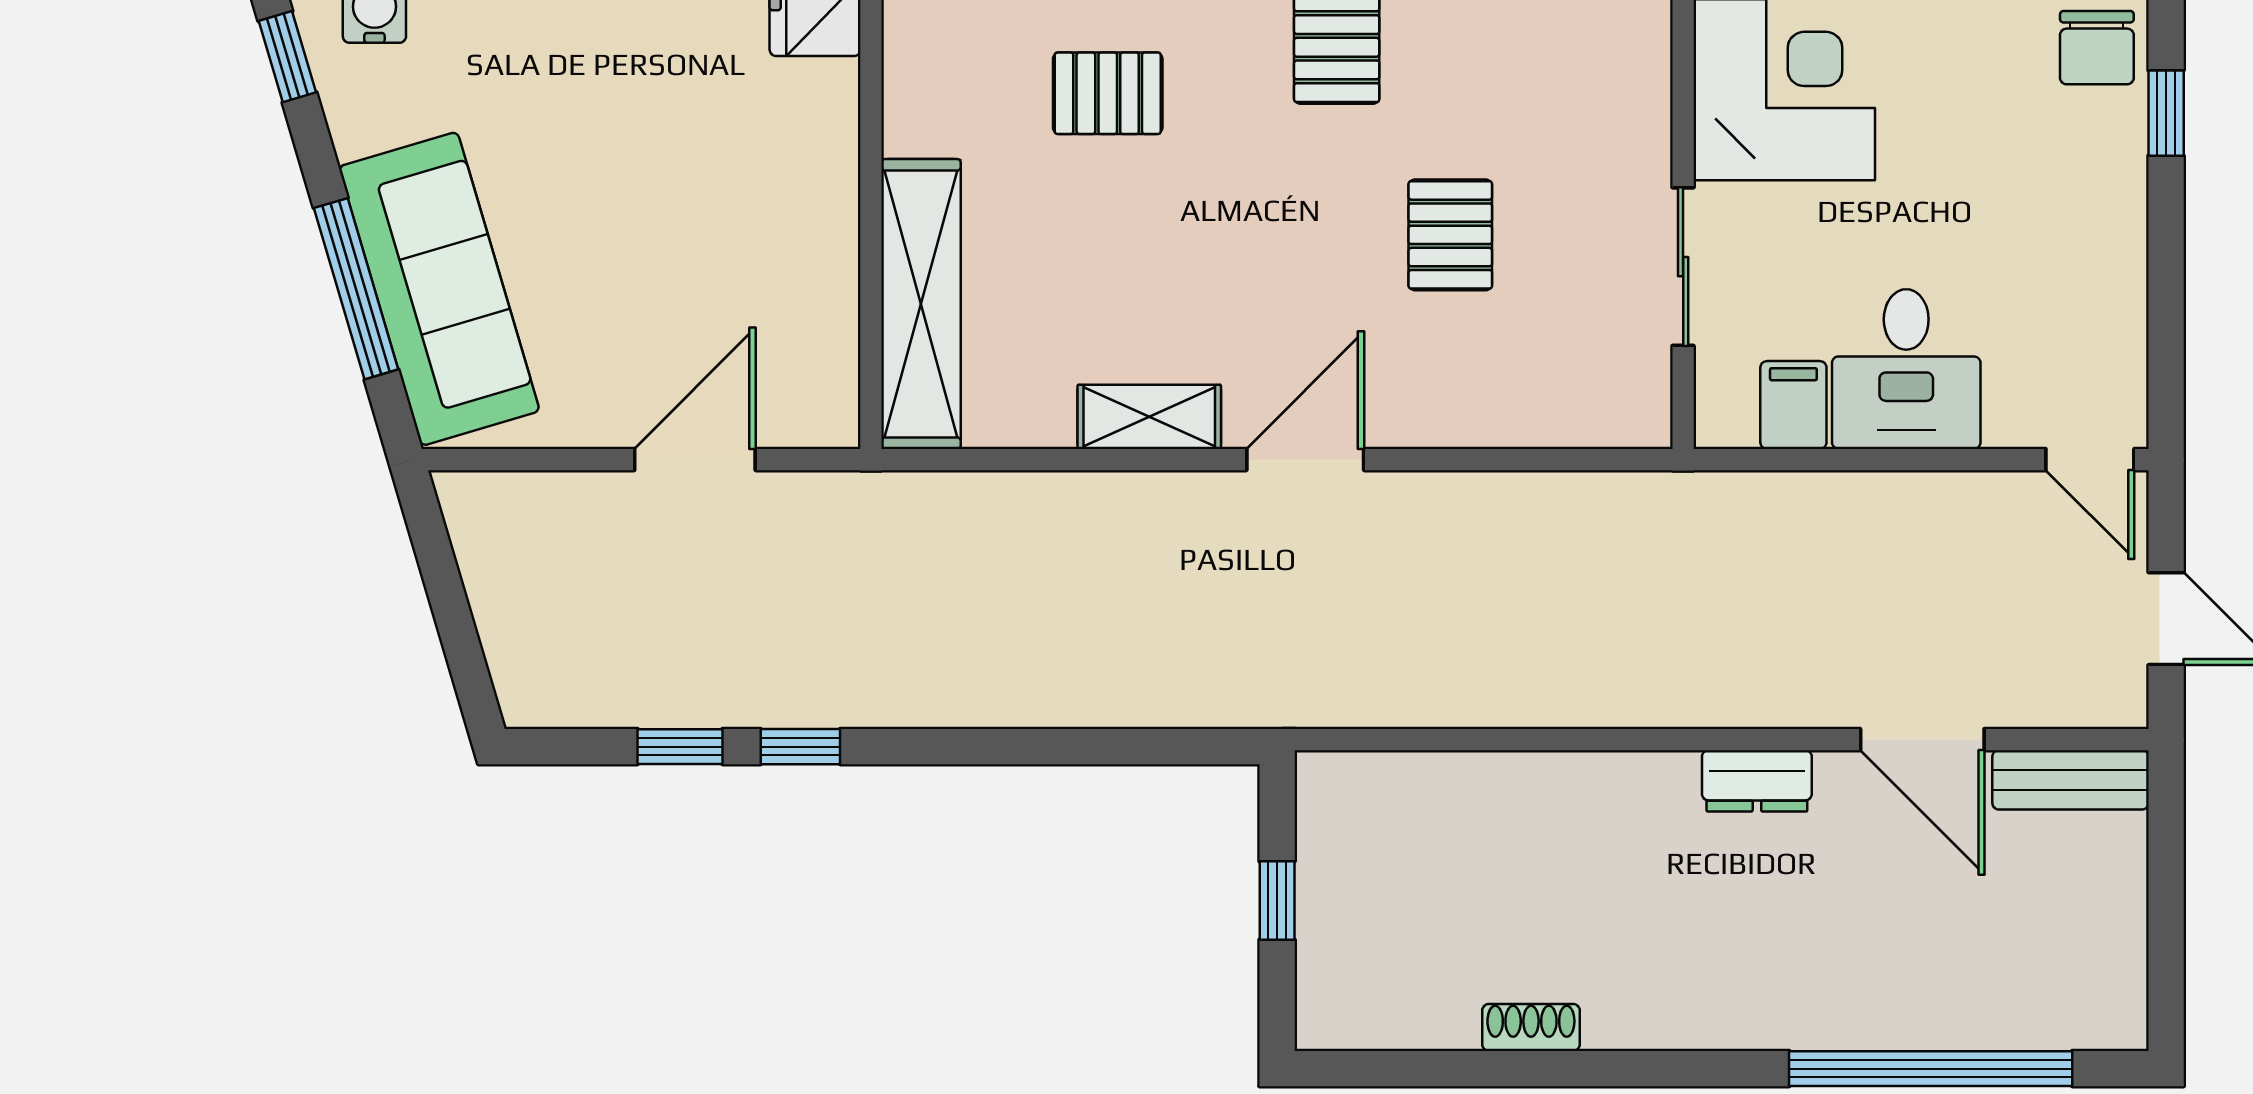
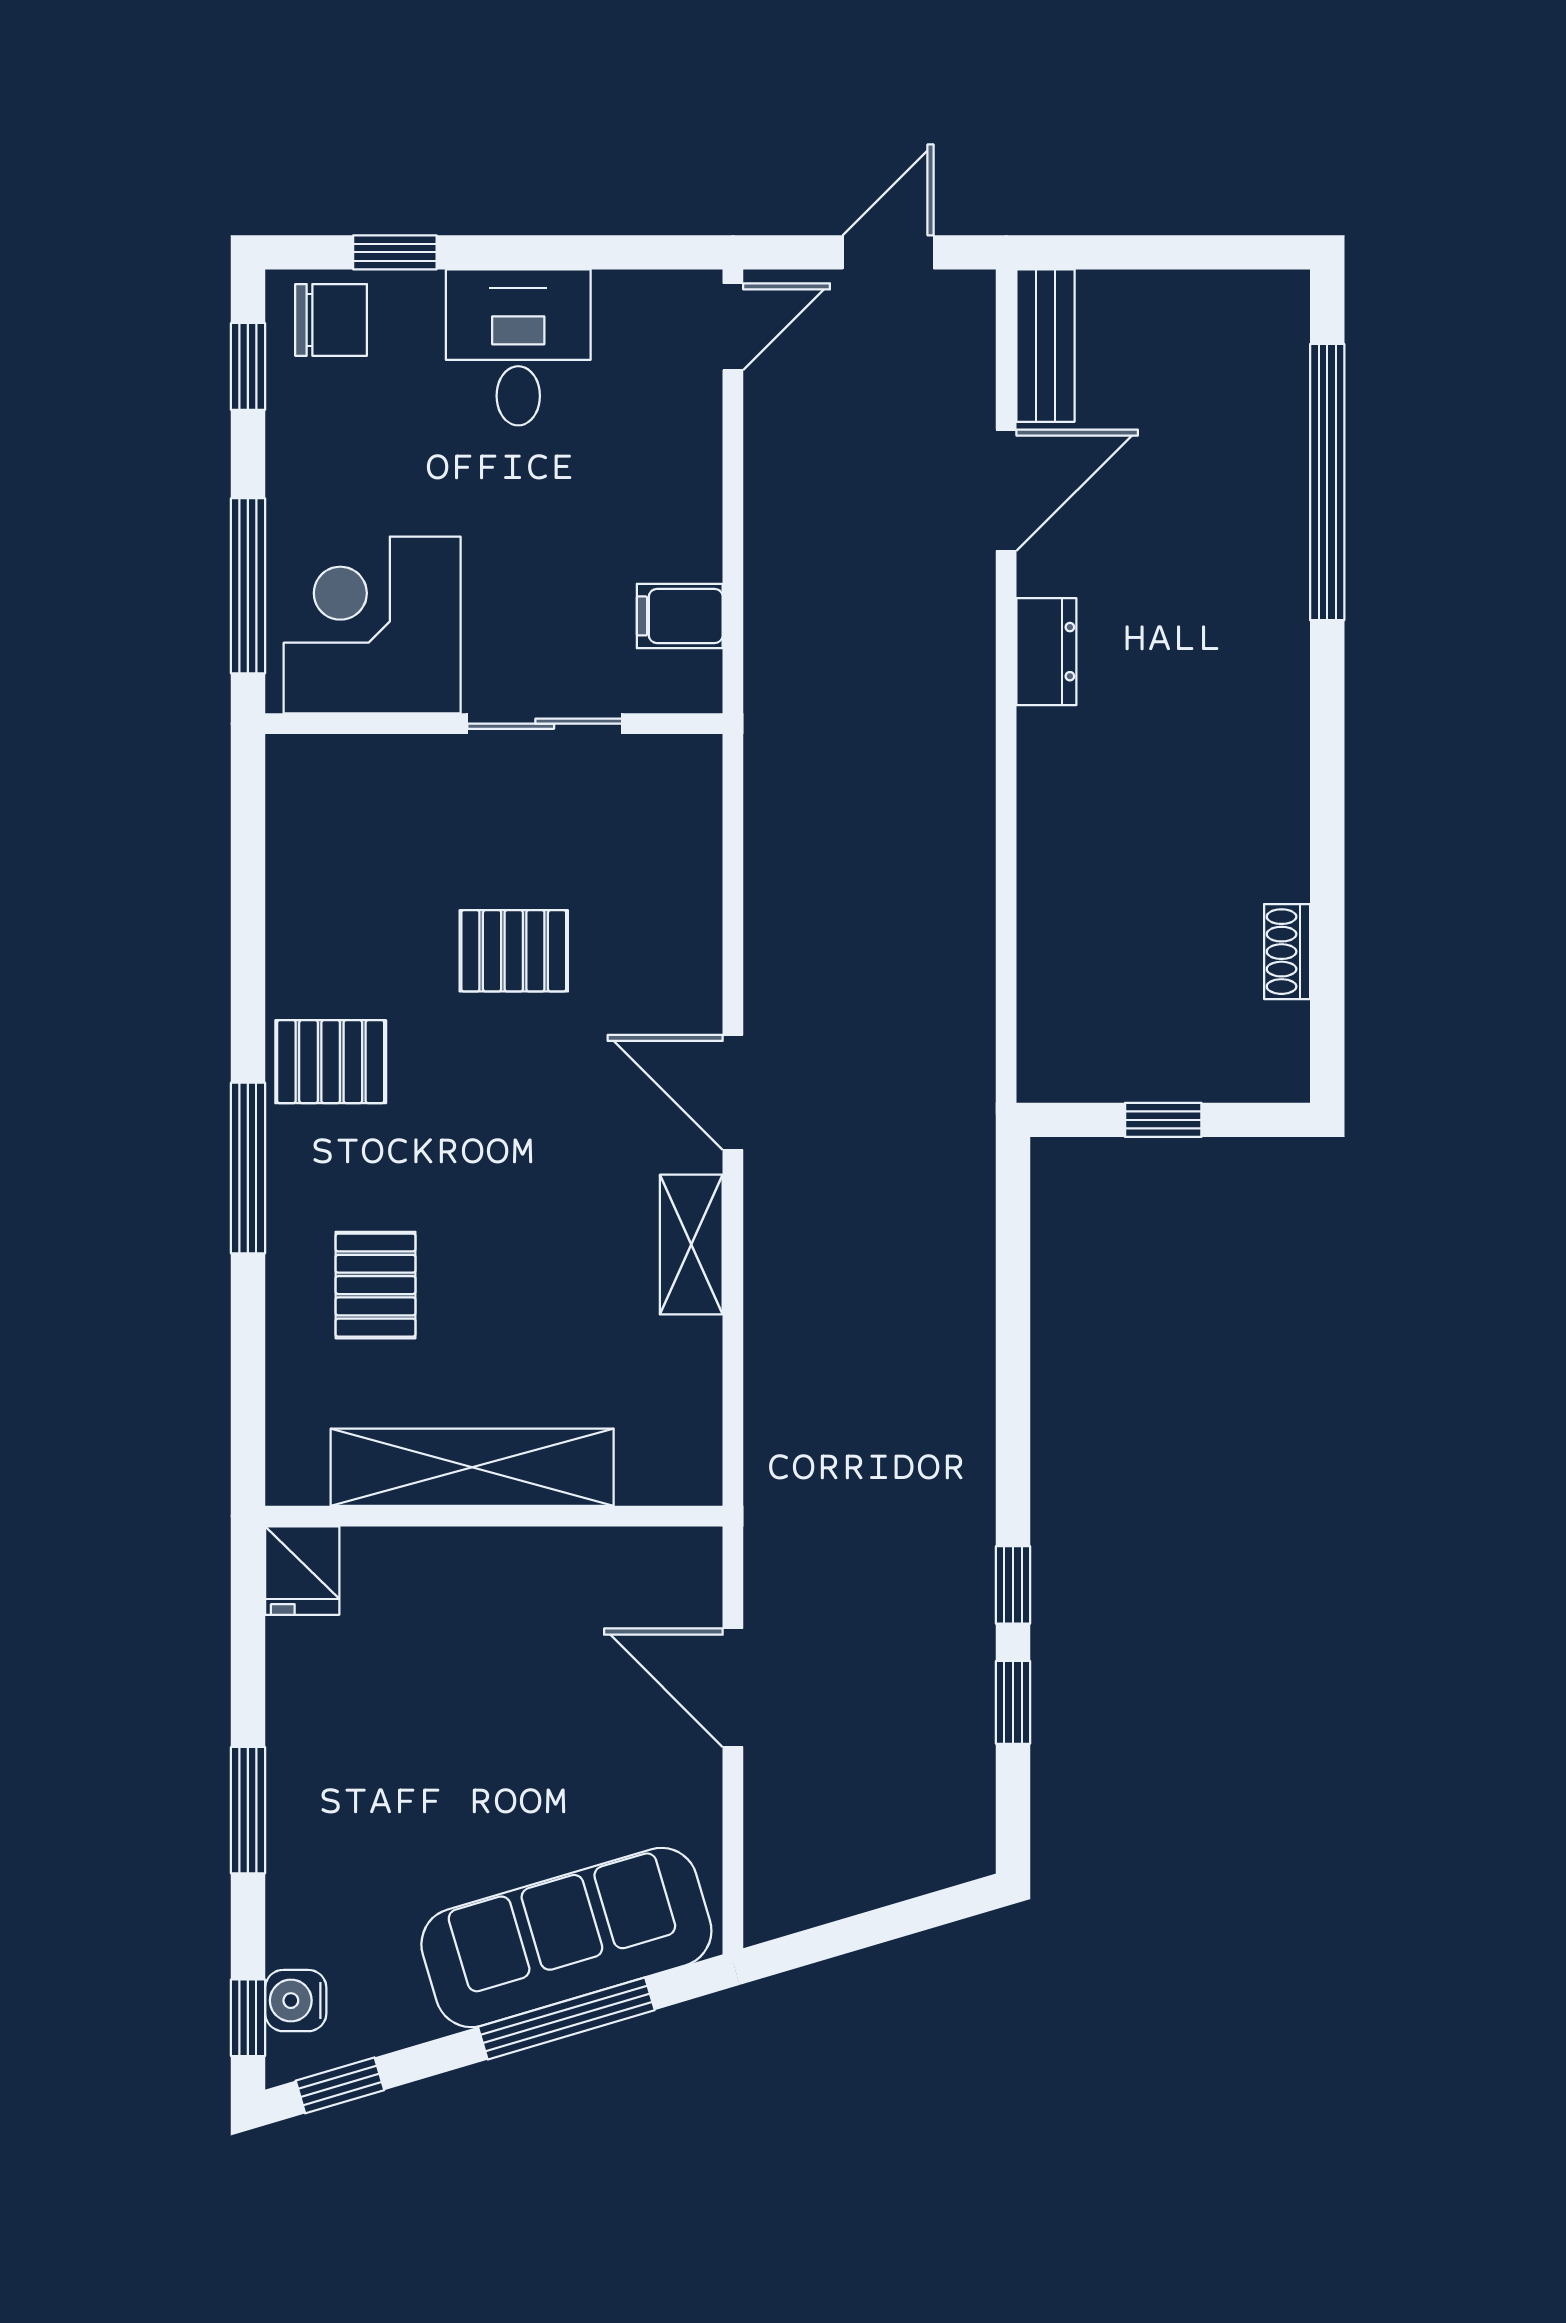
shelving: (921, 304) -> (472, 1467), moved
desk: (1906, 369) -> (518, 347), moved, turned -90
shoe rack: (1531, 1027) -> (1287, 952), moved

